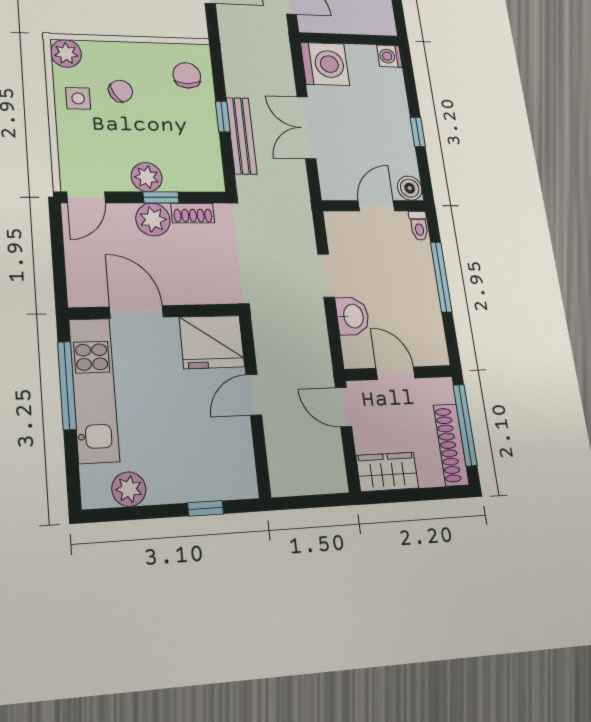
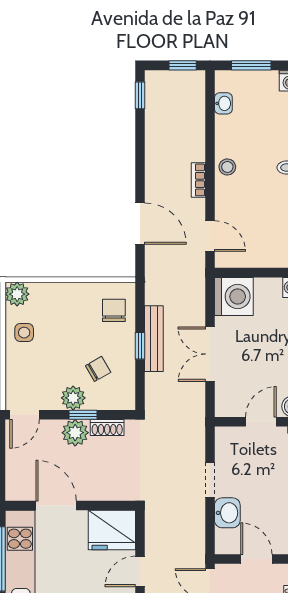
chair: (121, 91) -> (98, 369), moved
bench: (242, 136) -> (154, 339), moved

